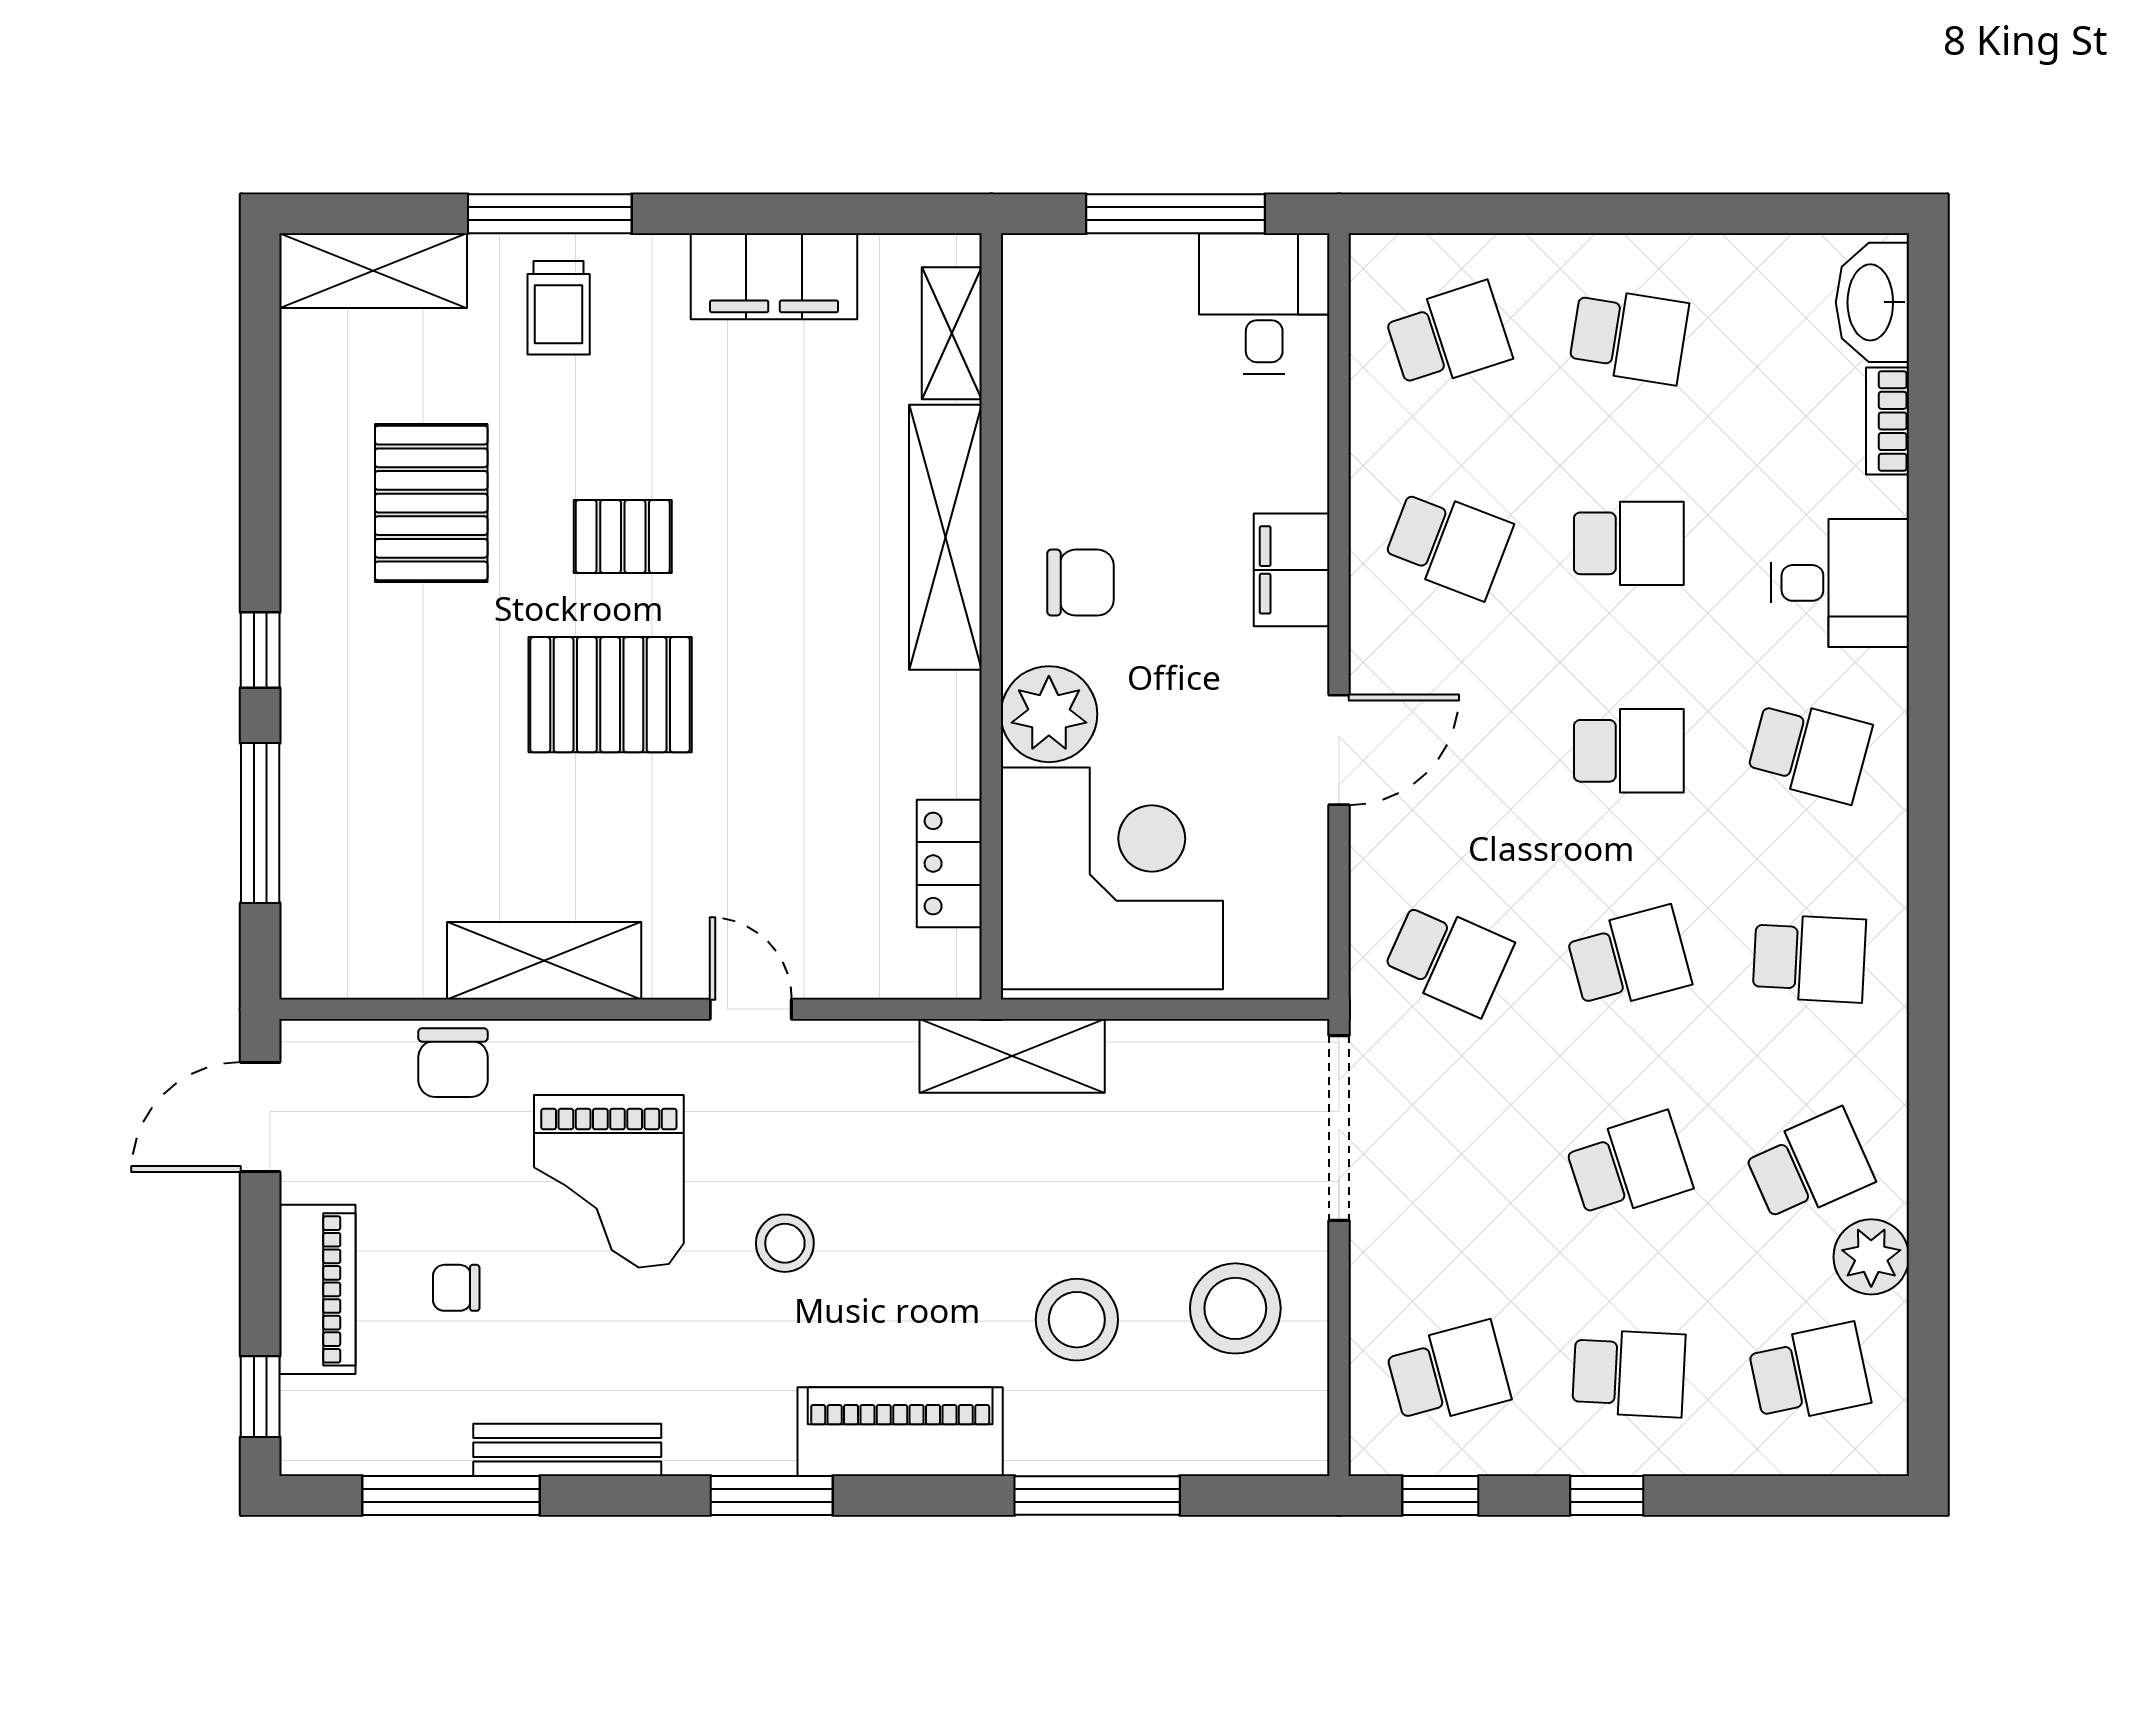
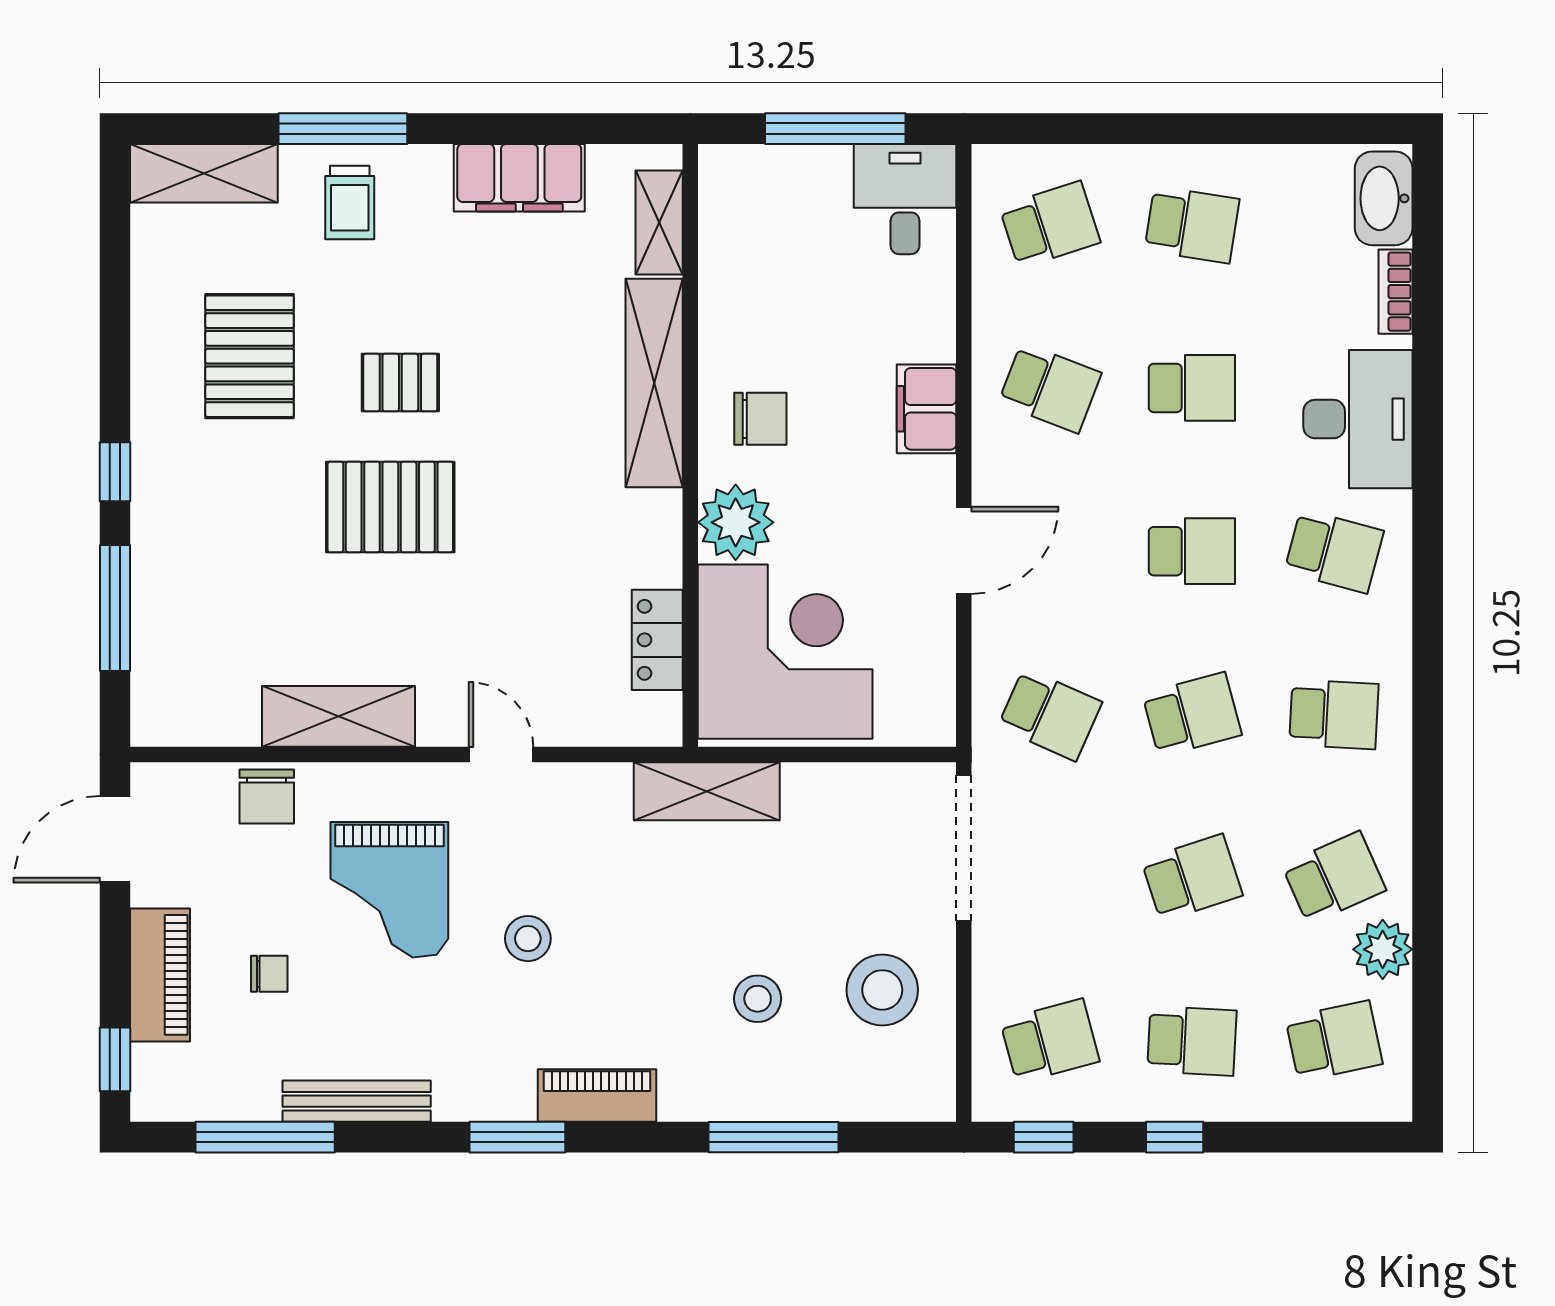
desk: (1840, 583) -> (1358, 419), width x1.37
chair: (456, 1288) -> (269, 974), turned 180
stool: (1077, 1320) -> (758, 999), width x0.73, depth x0.73
piano: (900, 1432) -> (597, 1095), width x0.73, depth x0.75

